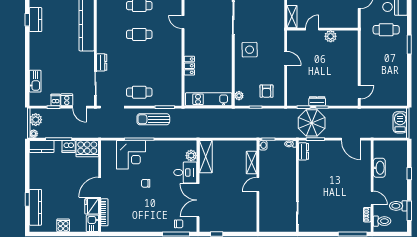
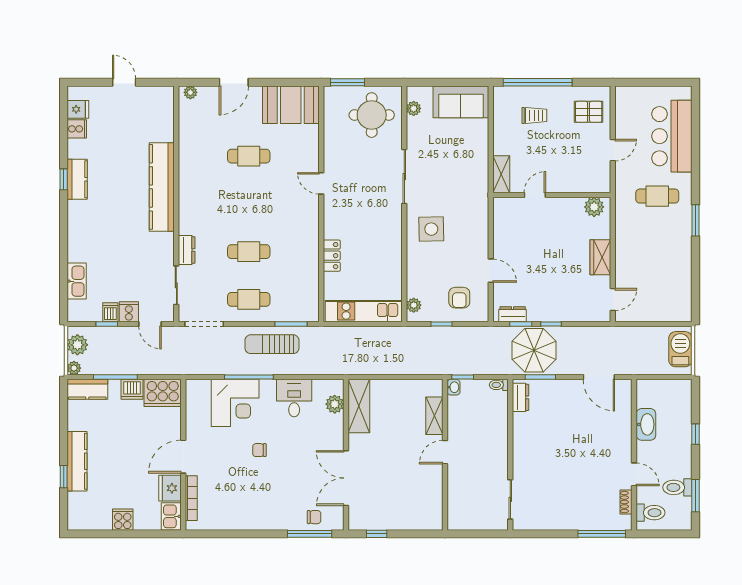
cafe table: (139, 34) -> (249, 252), moved
plant: (331, 36) -> (594, 207), moved
door: (286, 58) -> (491, 271), moved
wardrobe: (352, 67) -> (600, 257), added
dresser: (317, 101) -> (513, 314), moved
desk: (185, 172) -> (294, 398), moved, turned -90
kitchen counter: (35, 207) -> (77, 461), moved

